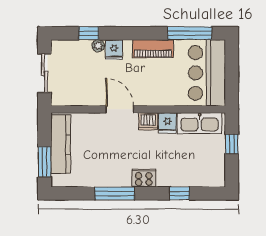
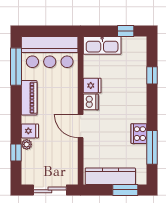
door: (120, 109) -> (81, 126), hinge flipped
kitchen sink: (200, 123) -> (102, 45), moved, turned 90
window: (232, 144) -> (126, 31), moved
cooker: (144, 178) -> (139, 134), moved
window: (115, 193) -> (152, 147), moved

